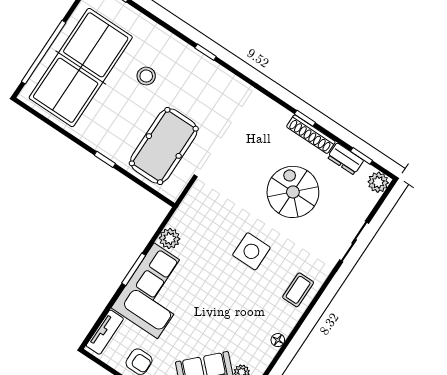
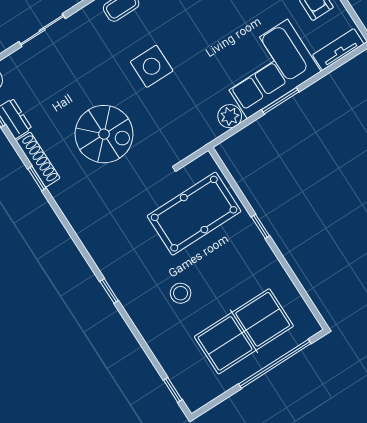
table tennis table: (81, 68) -> (244, 331), width x0.73, depth x0.76
spiral stairs: (293, 192) -> (104, 134), moved, turned -90

